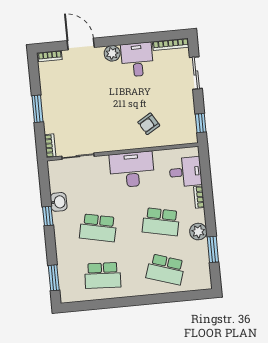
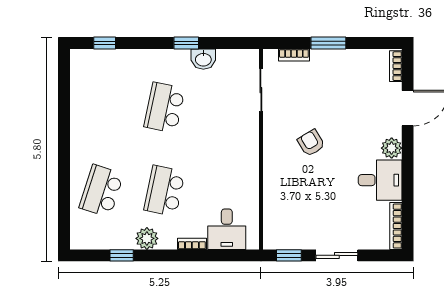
sliding door: (196, 73) -> (337, 255), moved
armchair: (149, 124) -> (311, 143), moved
bookcase: (50, 146) -> (294, 55), moved
desk: (132, 169) -> (237, 159), removed
window: (213, 249) -> (122, 255), width x0.67
school desk: (103, 275) -> (101, 108), removed
window: (54, 278) -> (105, 43), width x0.67

